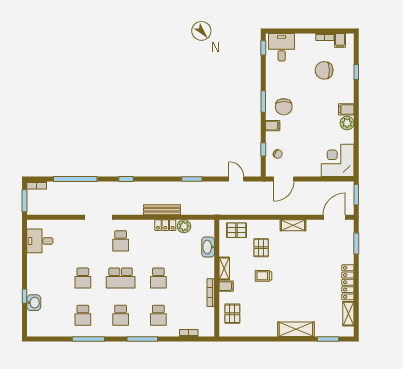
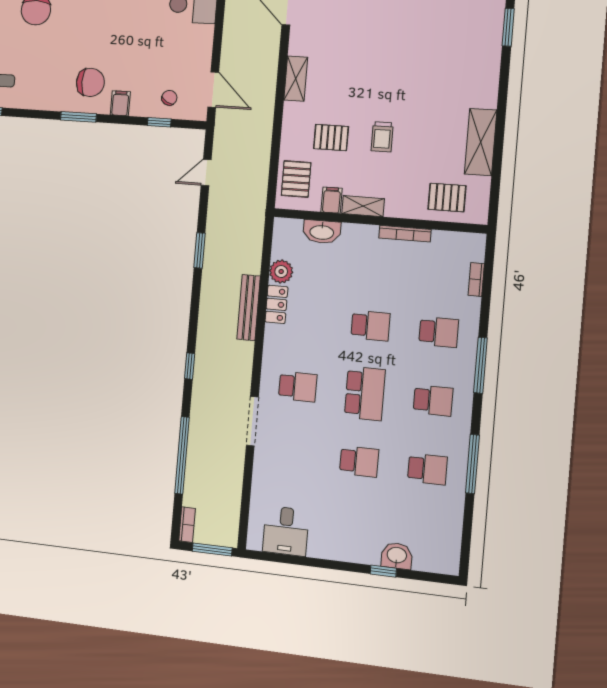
filing cabinet: (226, 286) -> (332, 200), moved
shelving: (296, 329) -> (481, 142), moved

